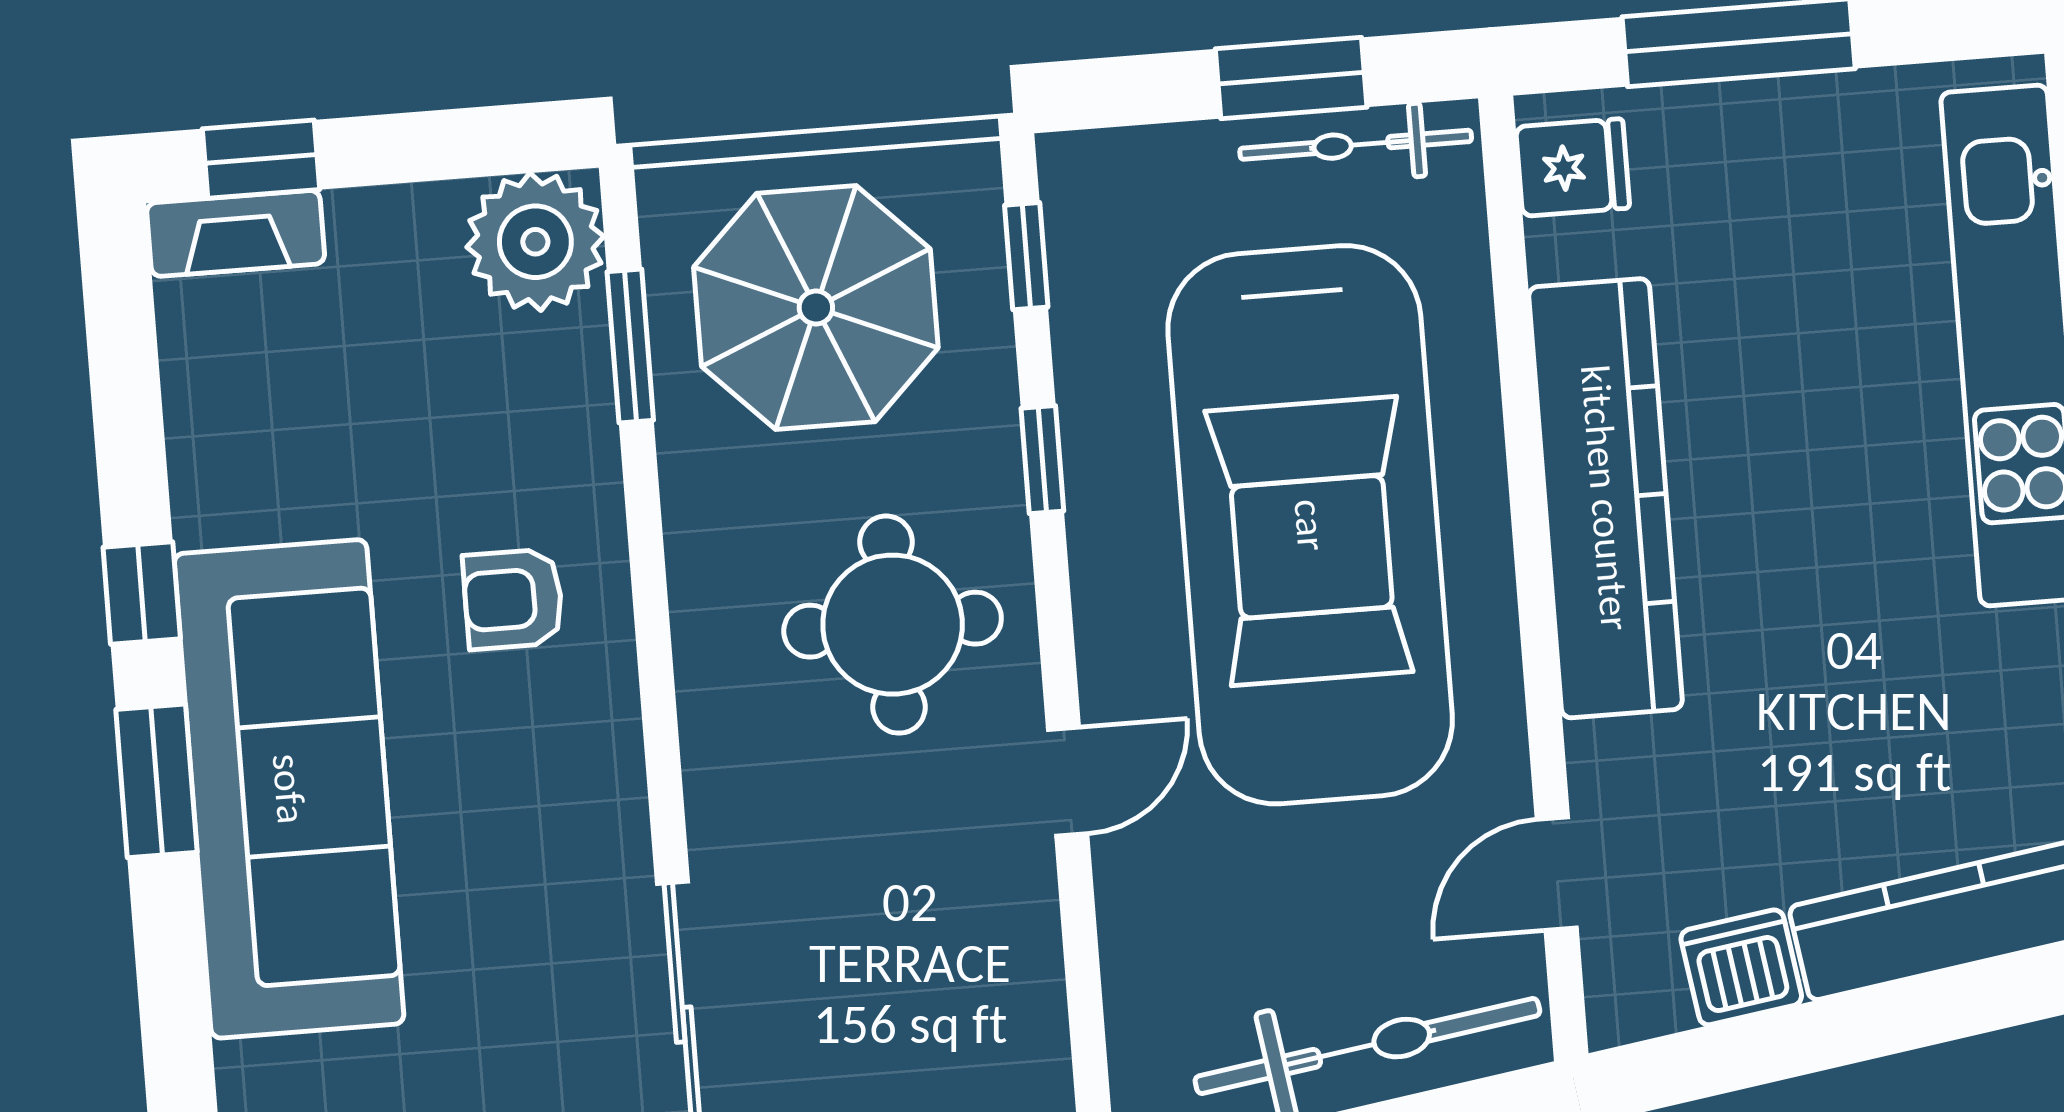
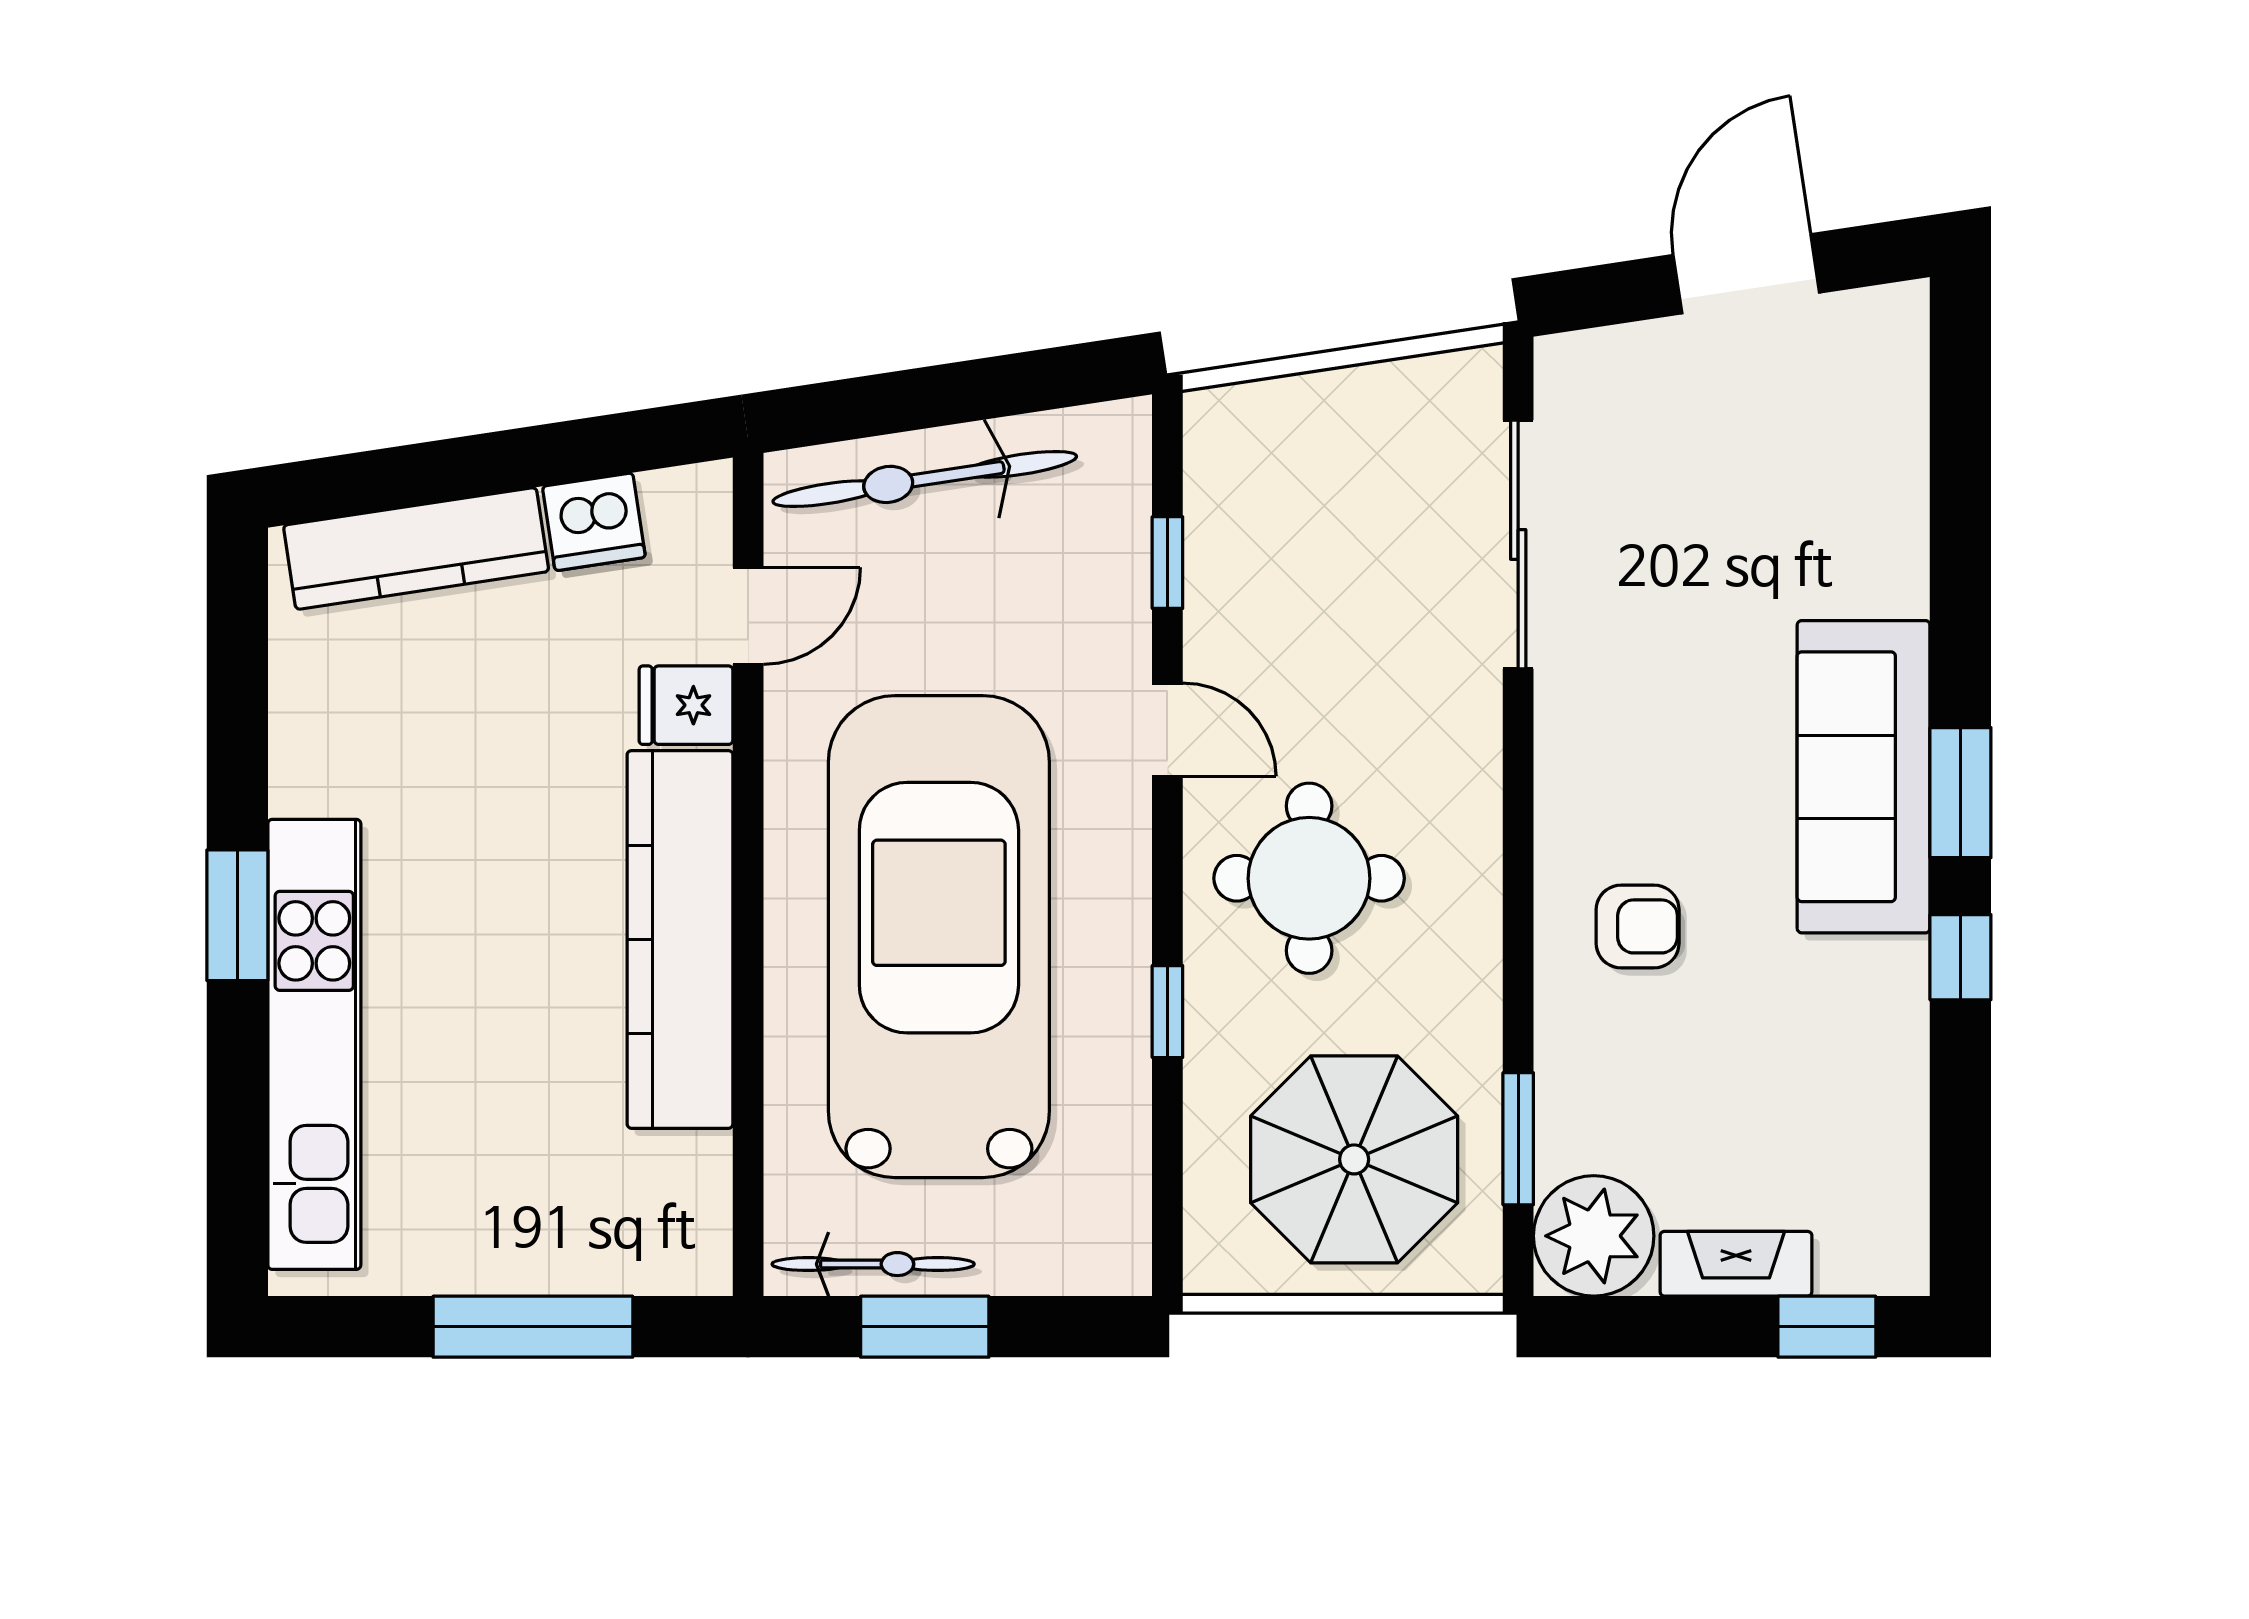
fridge: (1573, 167) -> (686, 705), moved
fireplace: (236, 233) -> (1736, 1264), moved
window: (1026, 256) -> (1167, 563), moved
door: (1068, 781) -> (1167, 730), swing flipped
sofa: (289, 789) -> (1864, 777), width x0.74, depth x0.79

